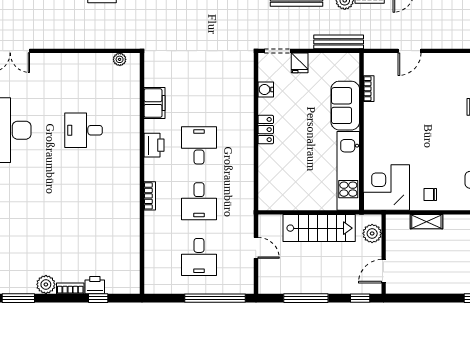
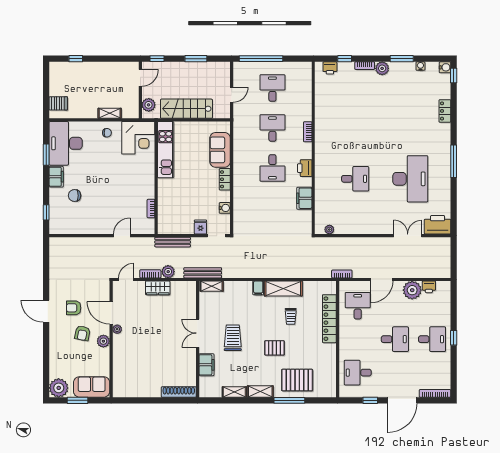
sofa: (345, 106) -> (220, 150), moved, turned 180
door: (256, 248) -> (232, 95), swing flipped
printer: (95, 285) -> (330, 68), moved
window: (306, 298) -> (196, 59), width x0.69

